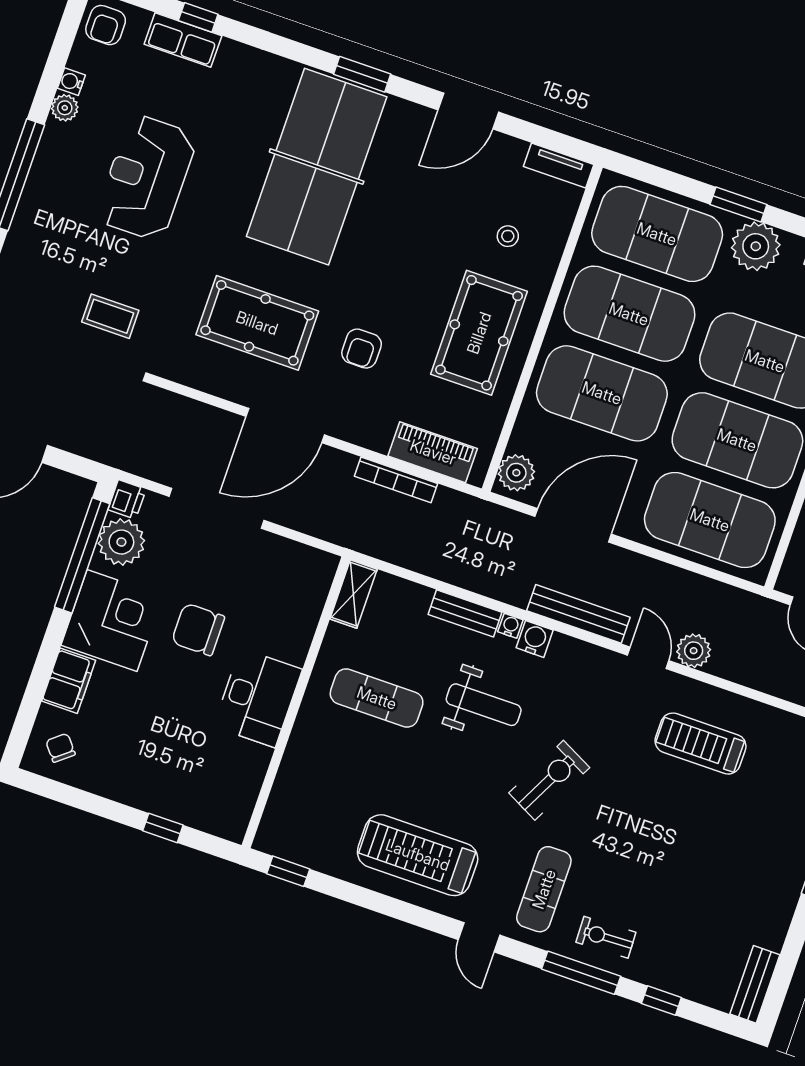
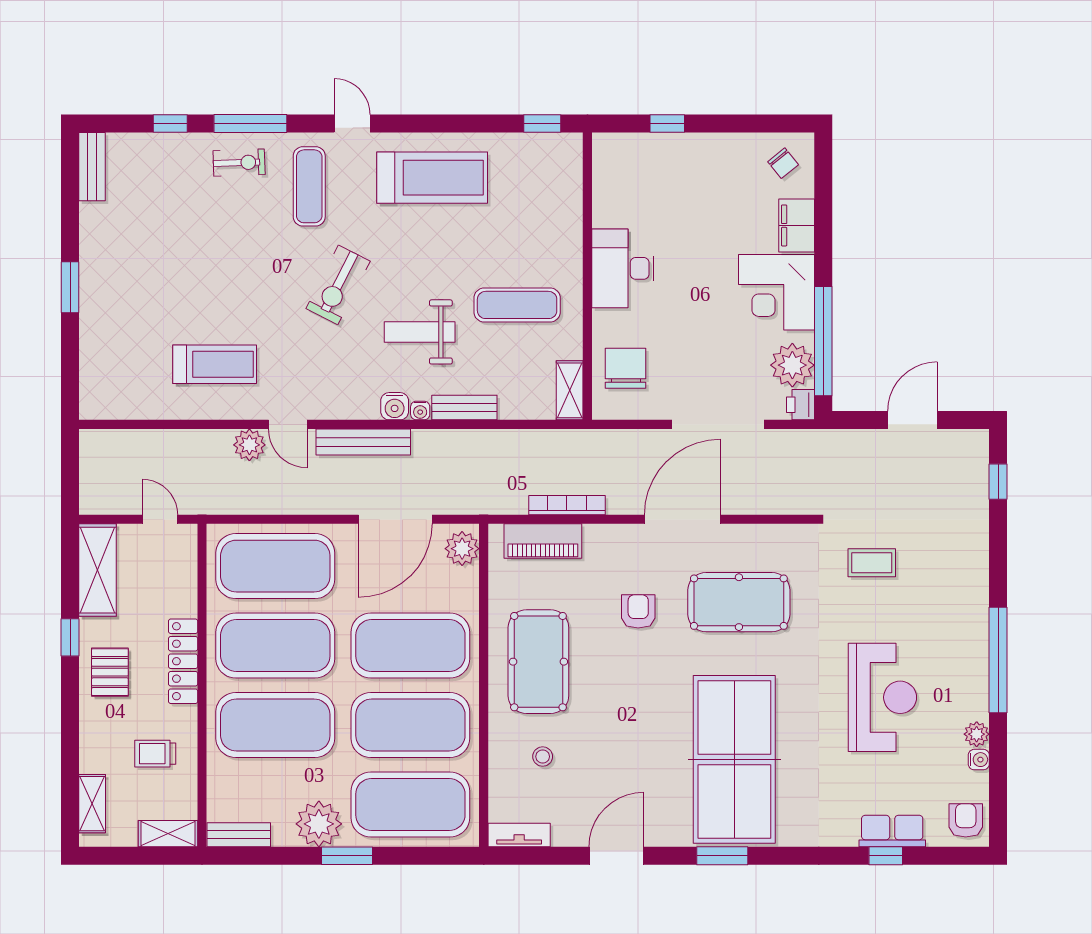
chair: (198, 629) -> (626, 368), moved, turned -90

